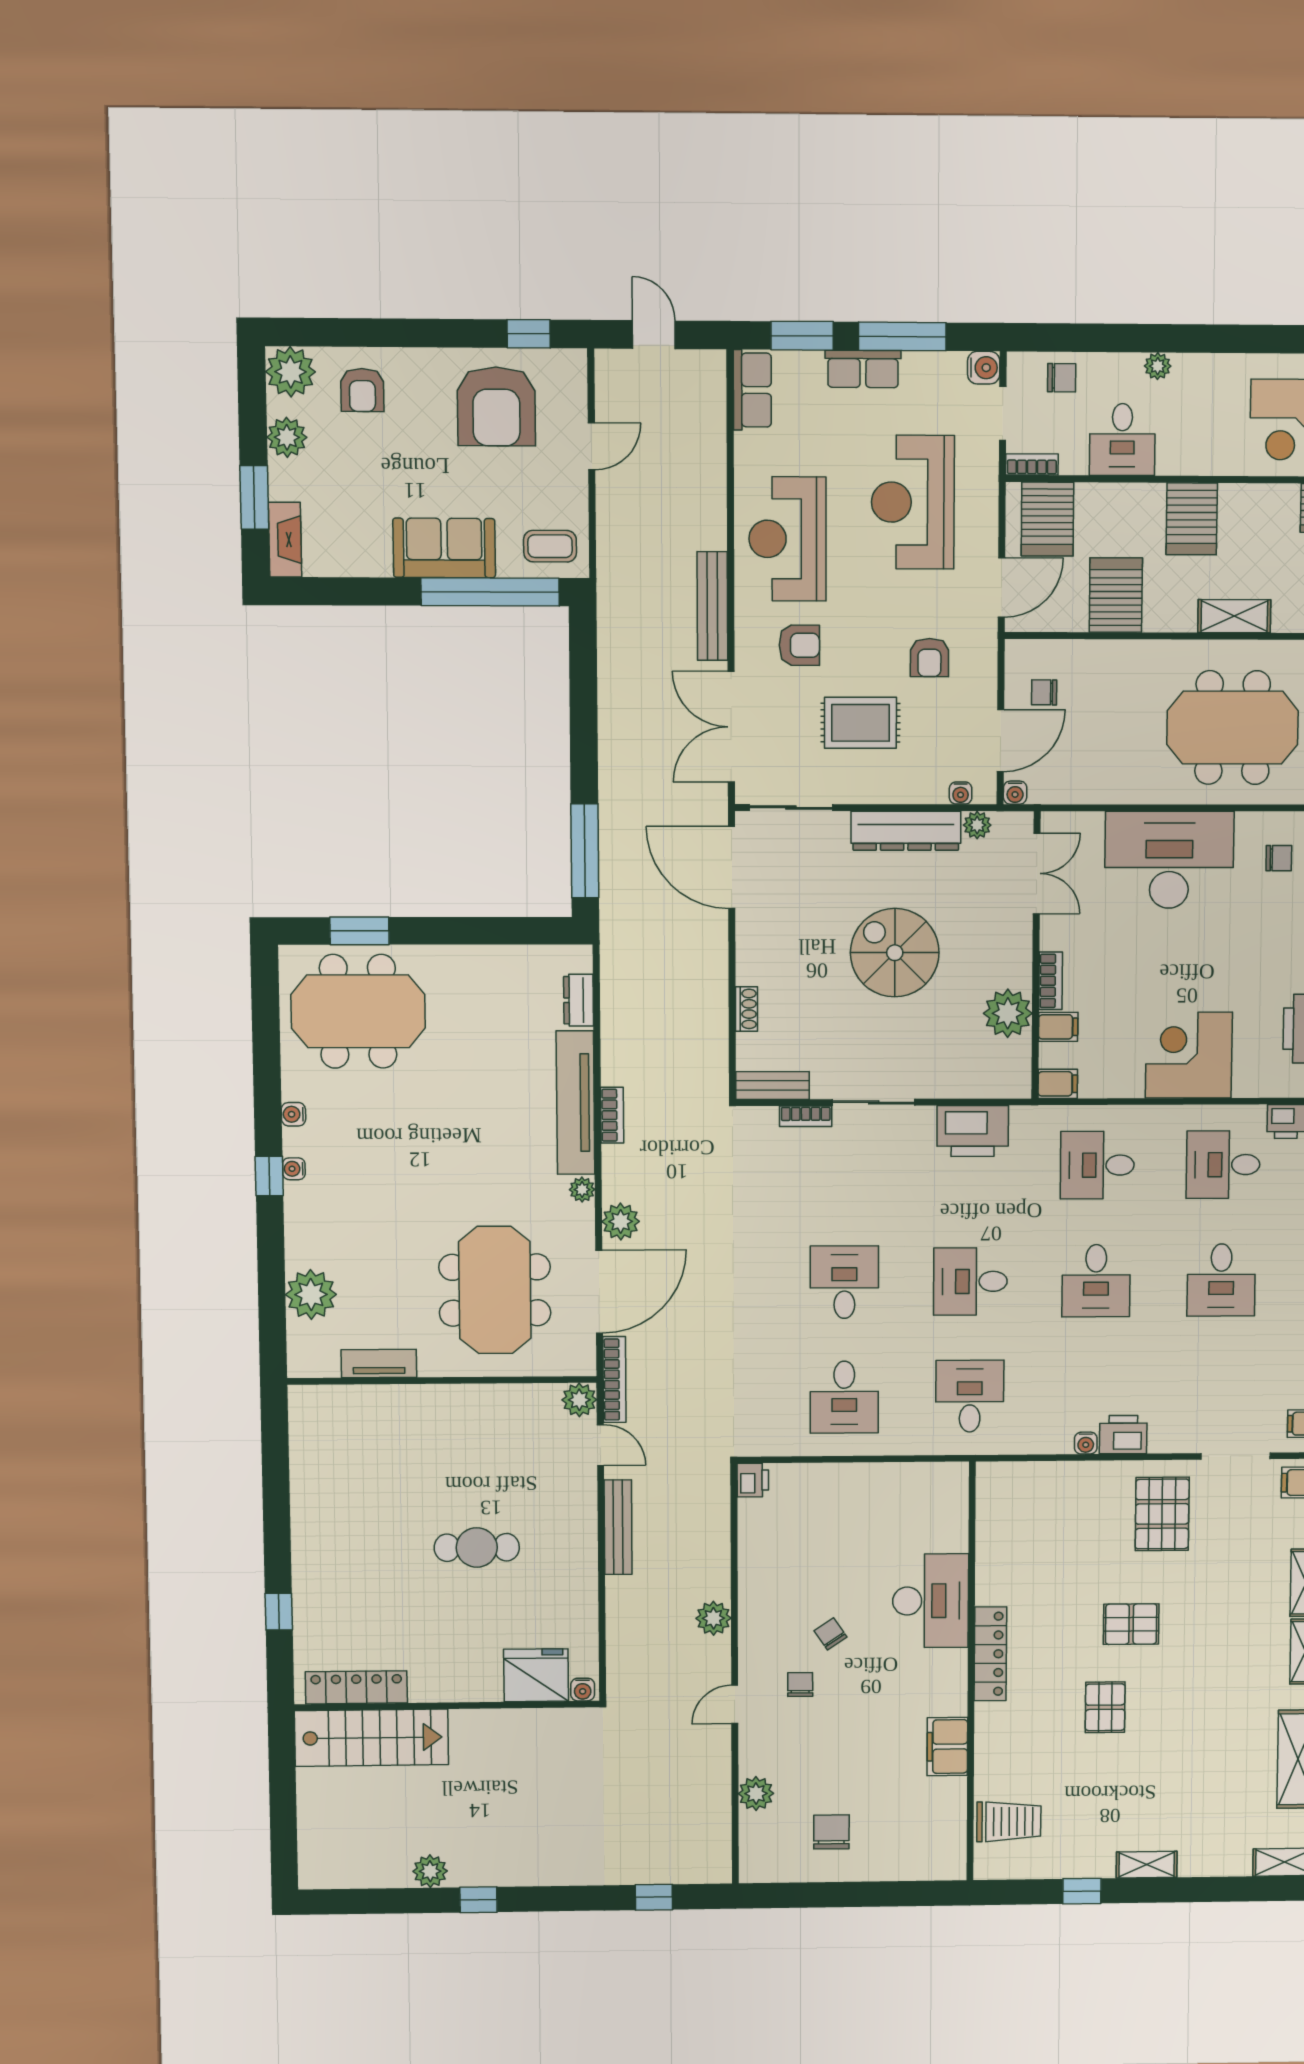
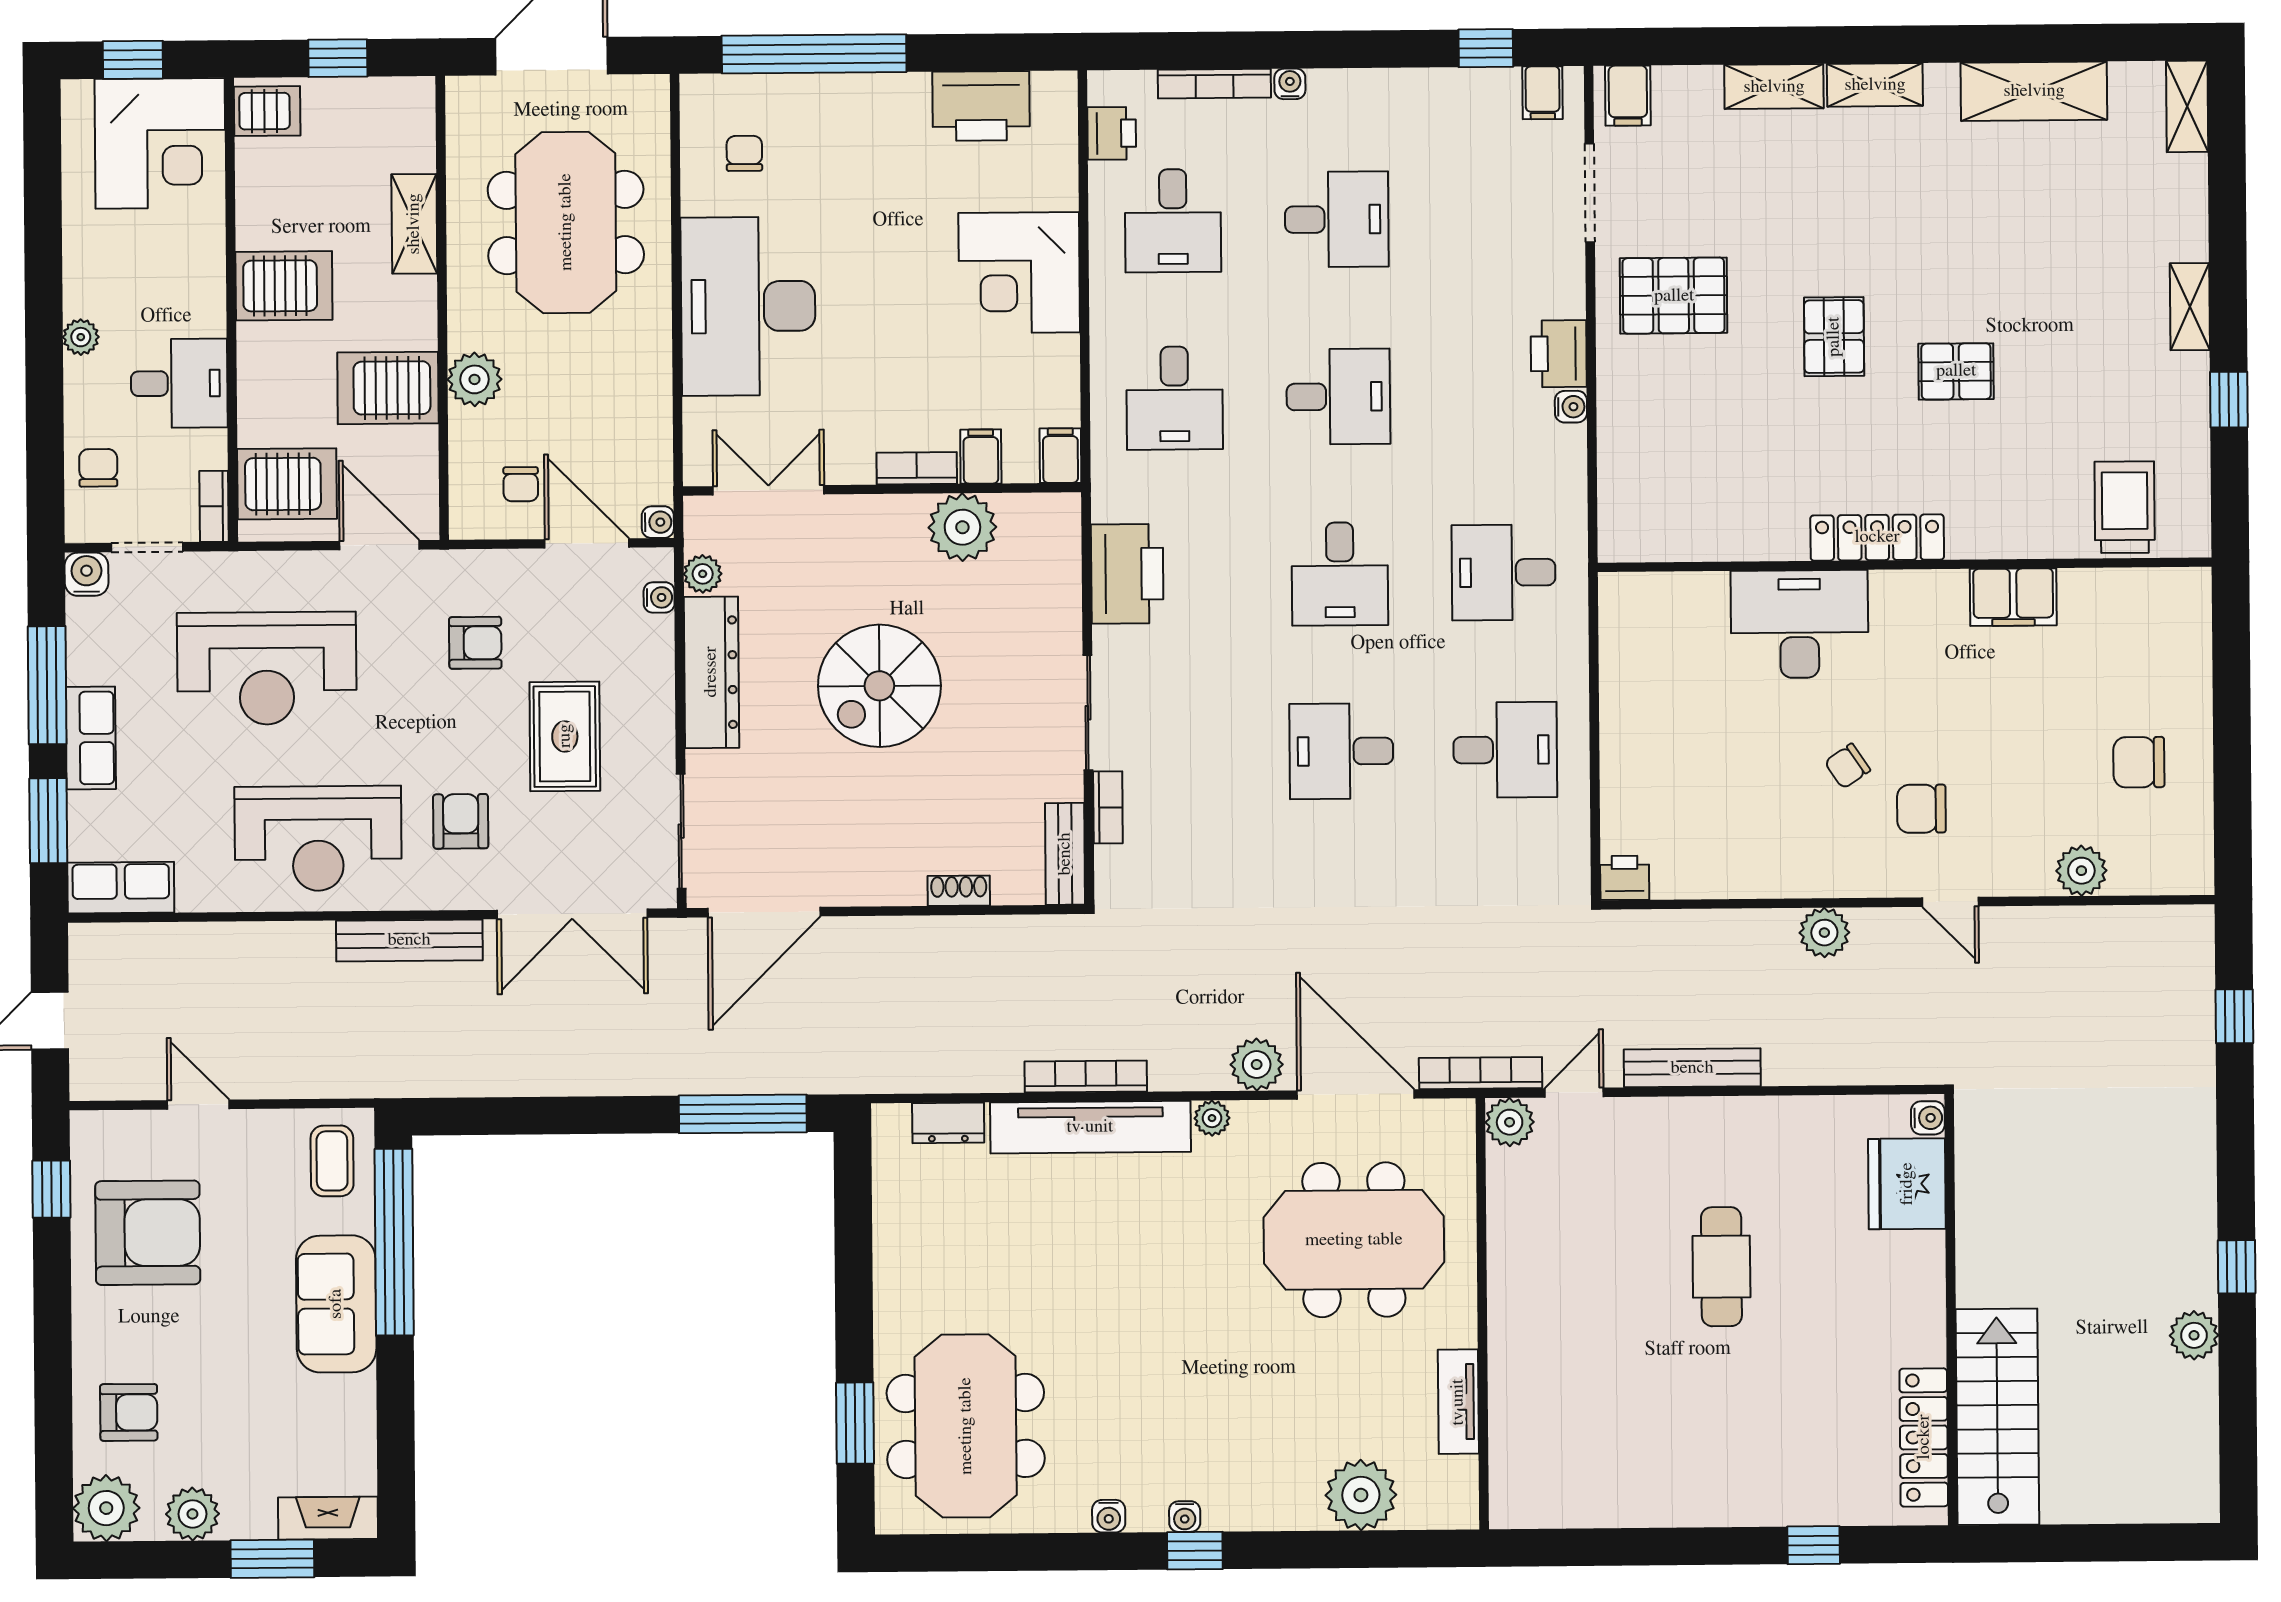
plant: (1121, 659) -> (475, 379), added
bookcase: (612, 1115) -> (1086, 1077), width x1.56
chair: (800, 1685) -> (1921, 809), width x1.37, depth x1.37

